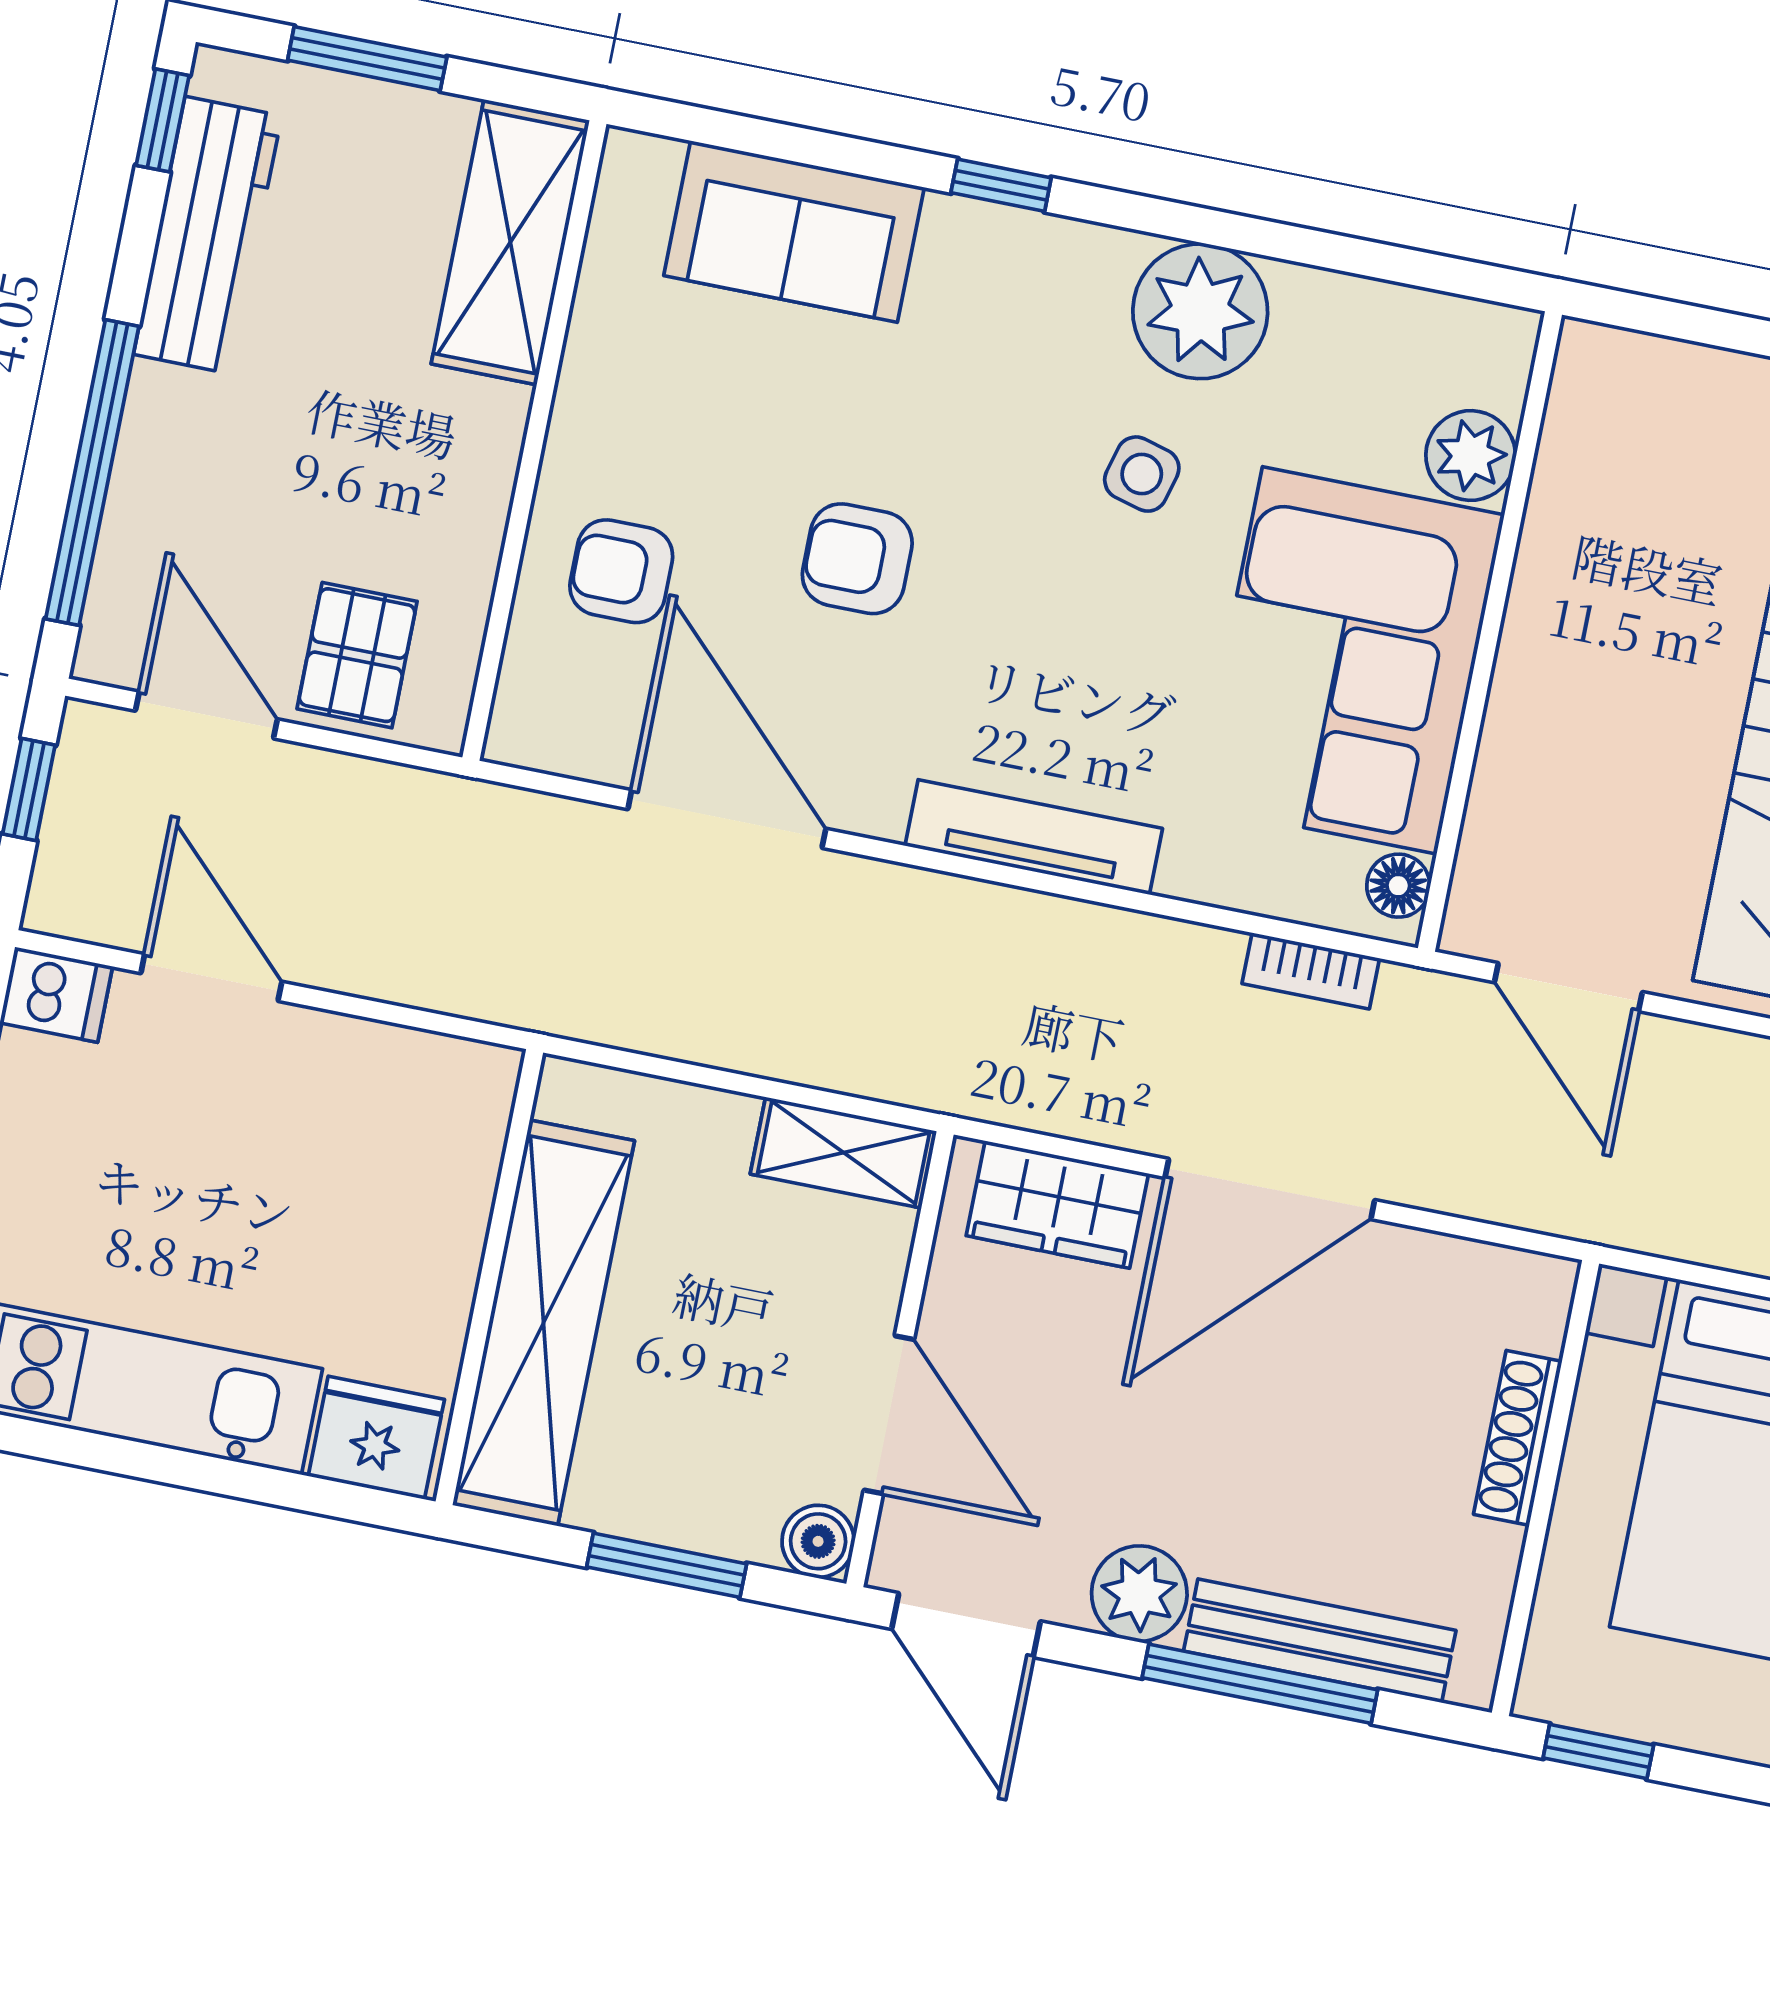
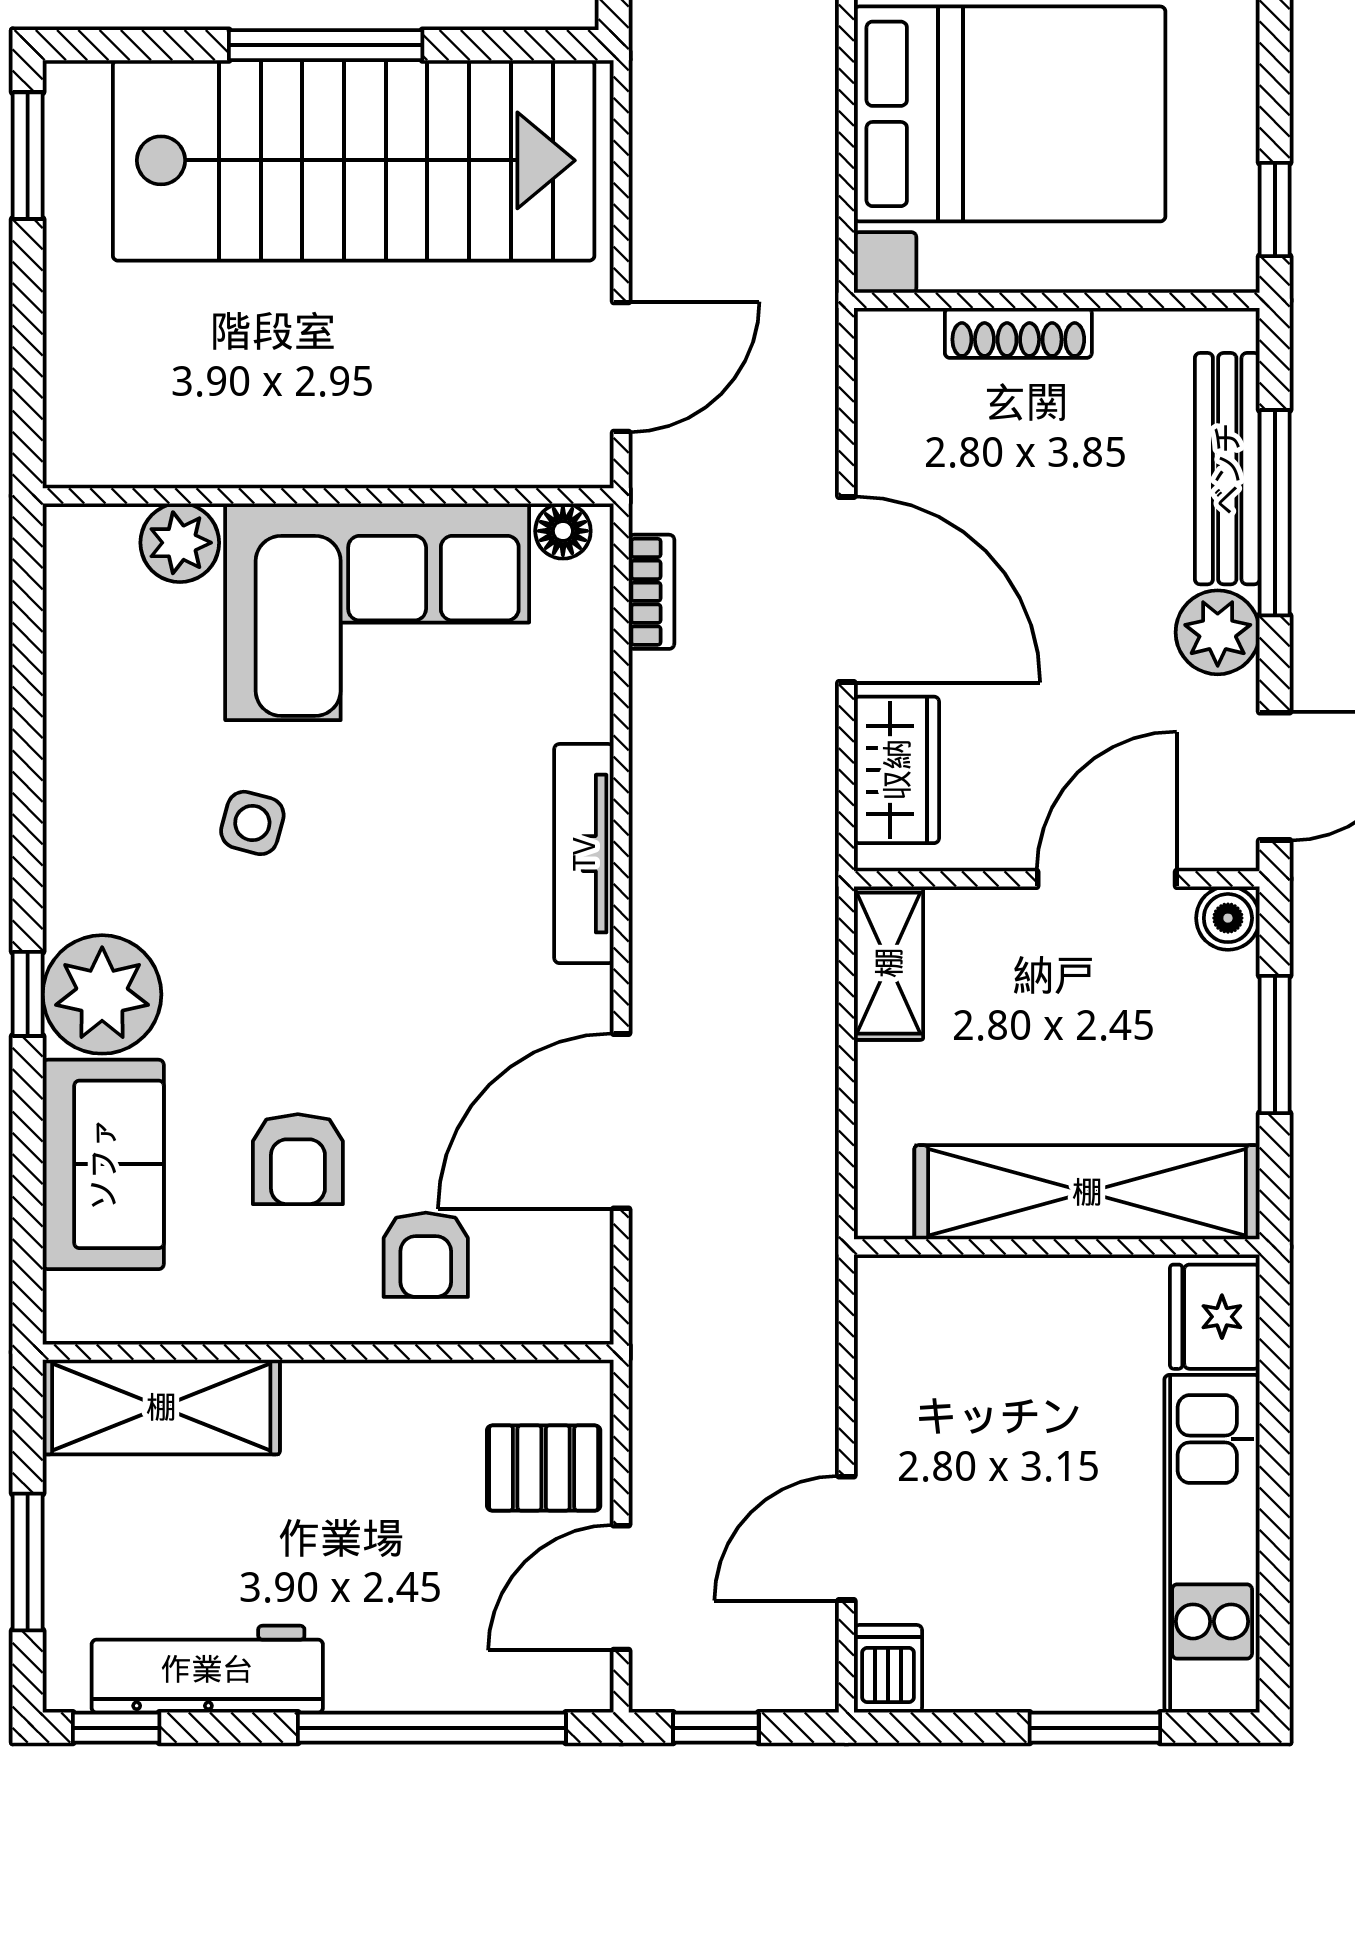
plant: (1200, 311) -> (102, 994), moved
armchair: (857, 559) -> (298, 1159), moved

